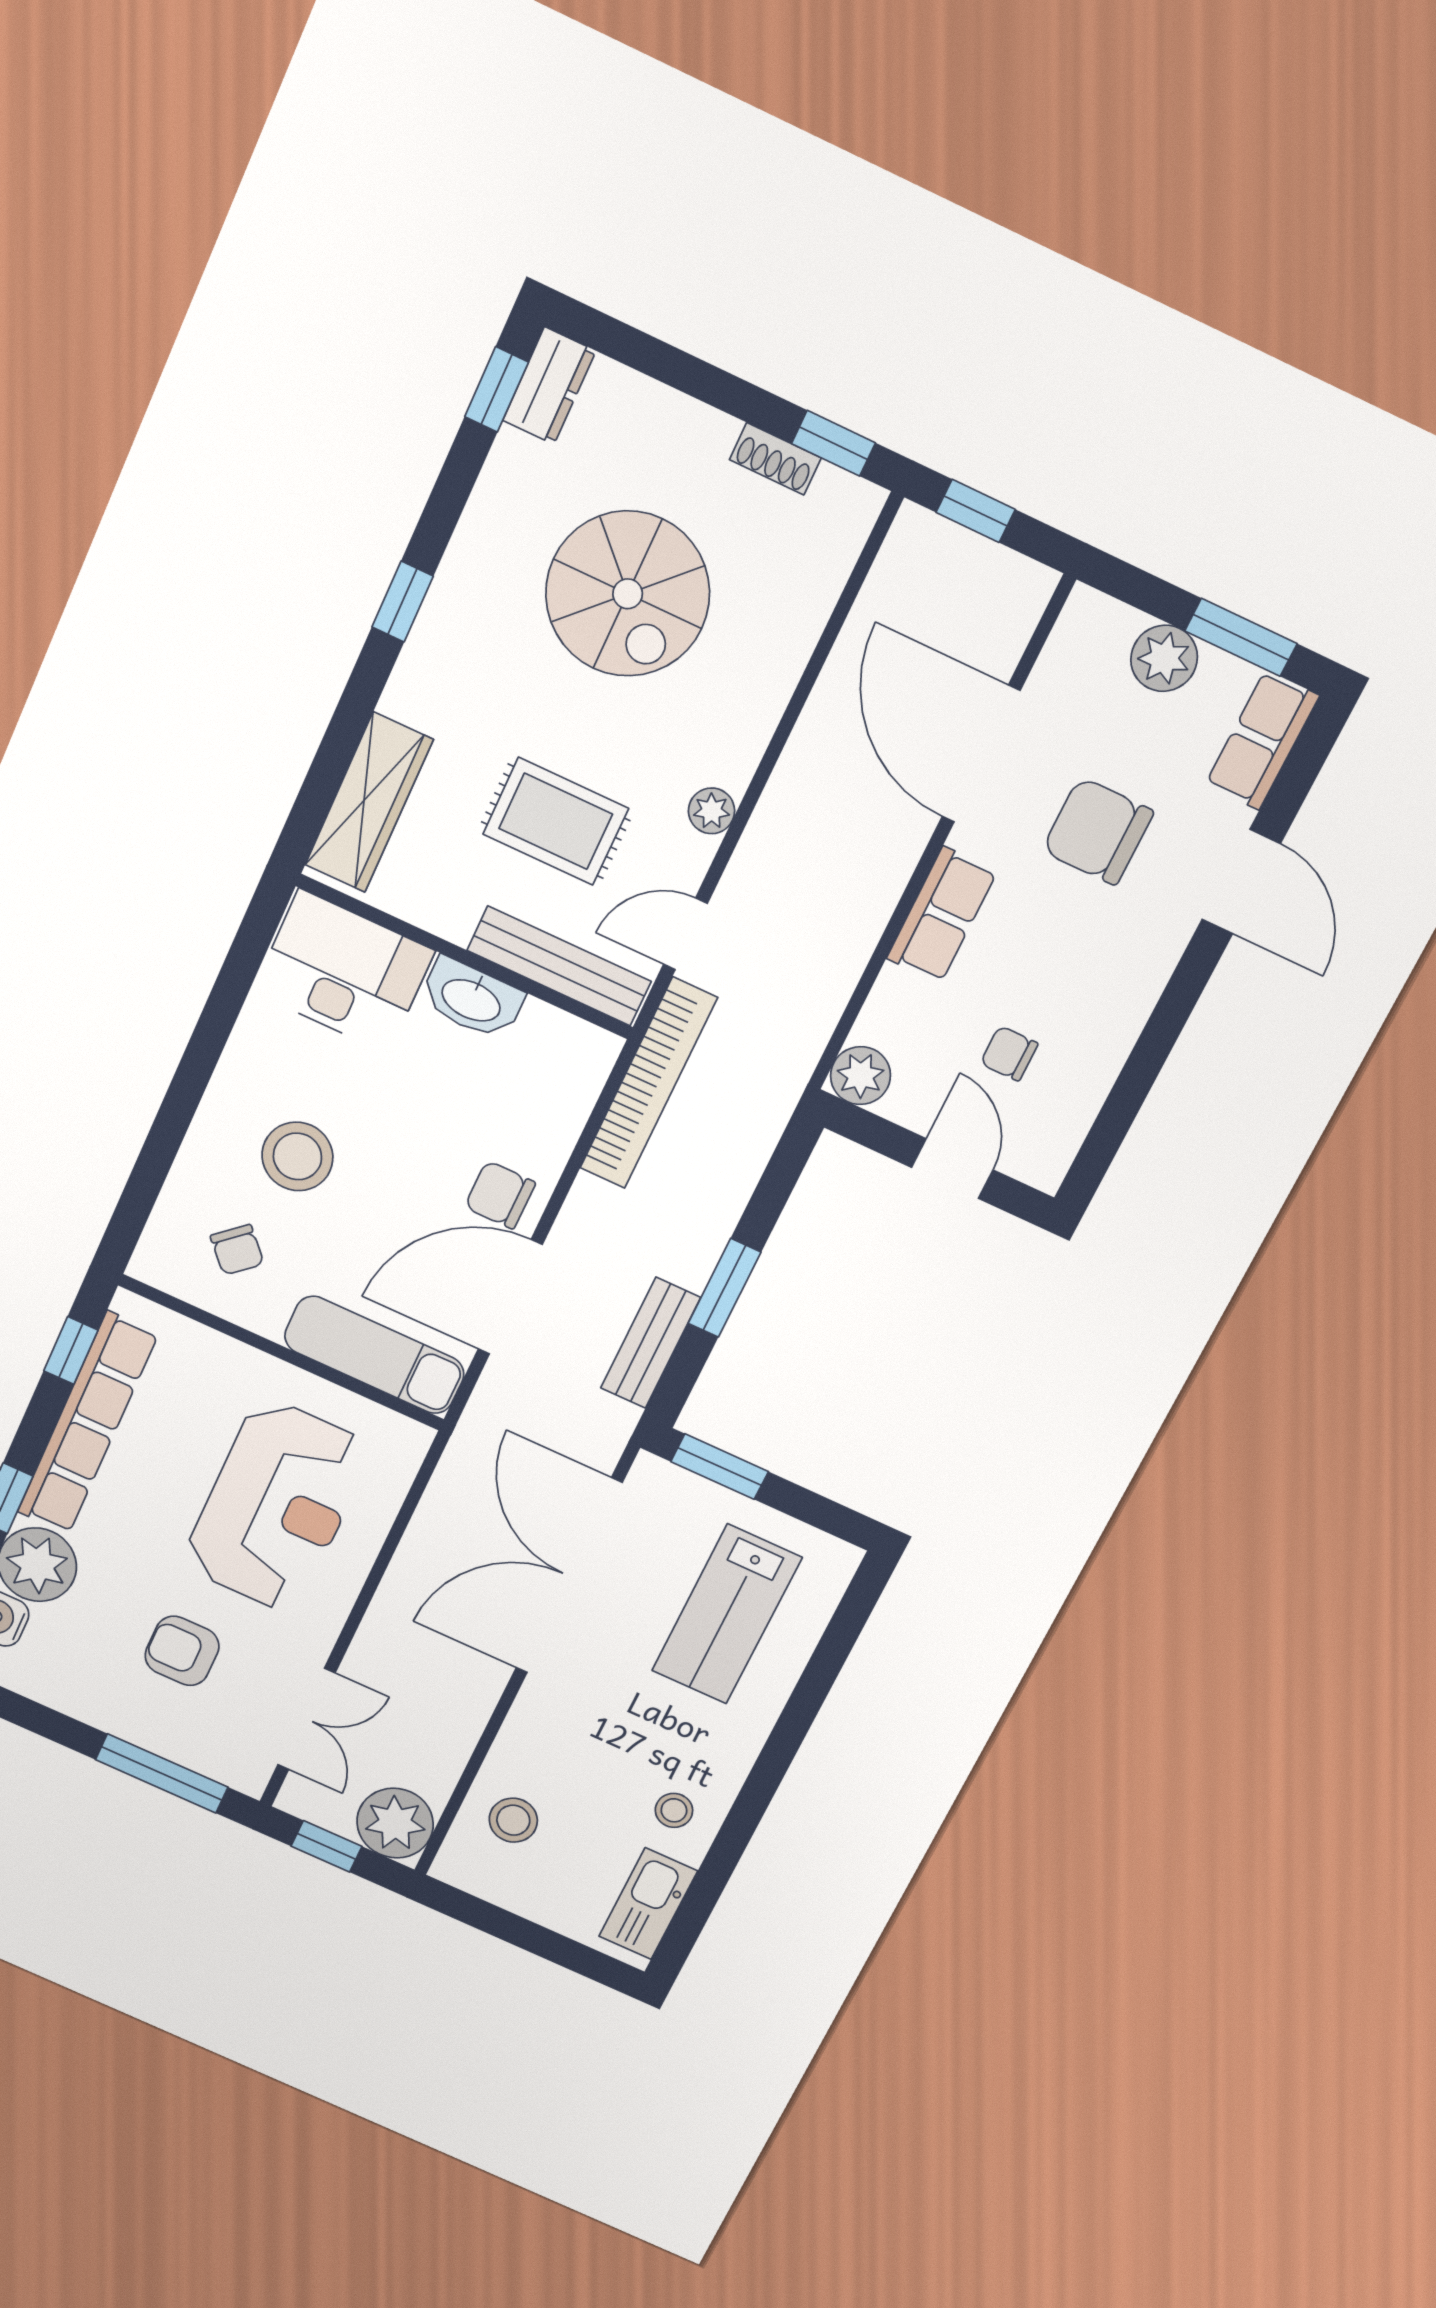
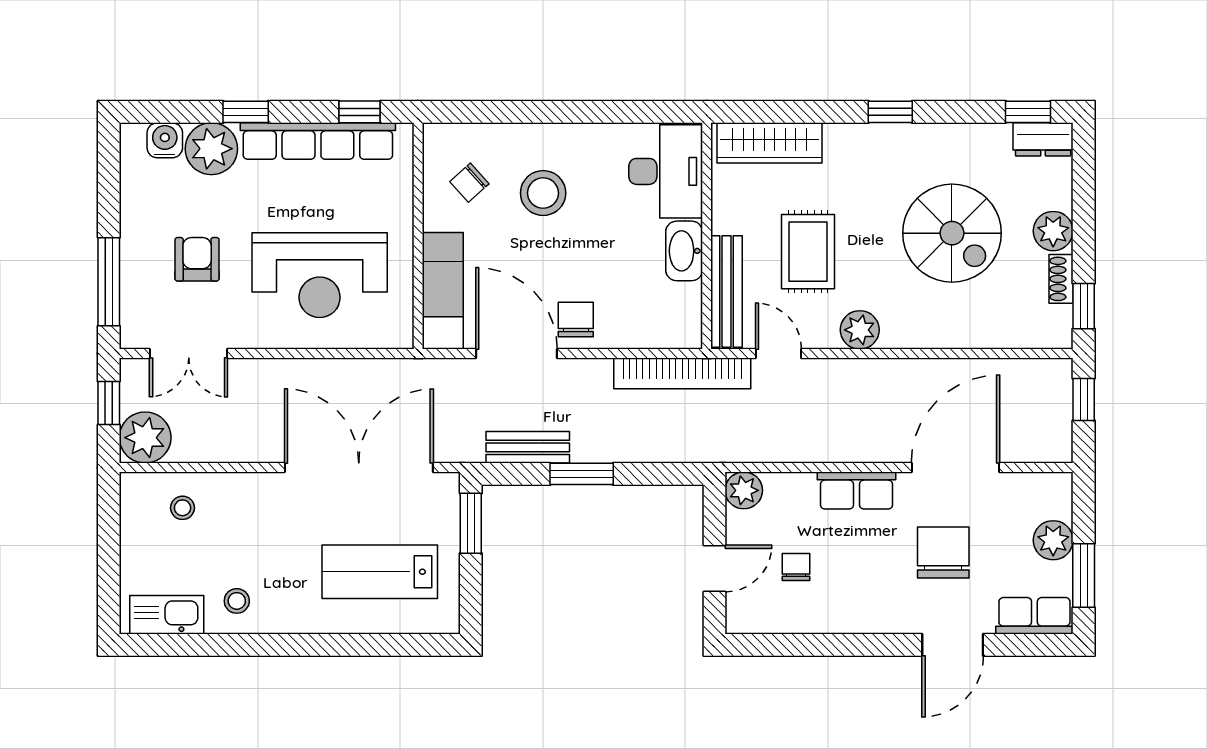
plant: (697, 436) -> (1053, 231), added
spiral stairs: (628, 594) -> (952, 233), turned -90
plant: (712, 811) -> (860, 330), width x1.38, depth x1.38
stool: (513, 1820) -> (183, 508), width x0.73, depth x0.73

